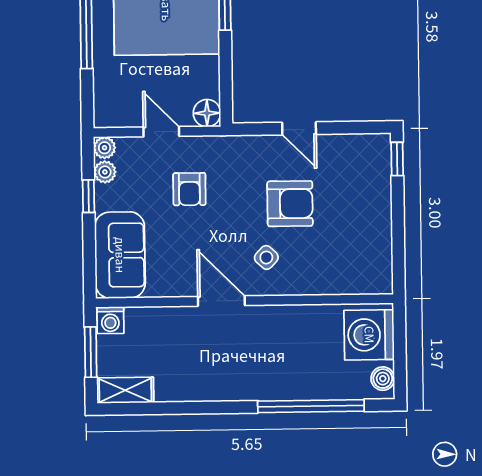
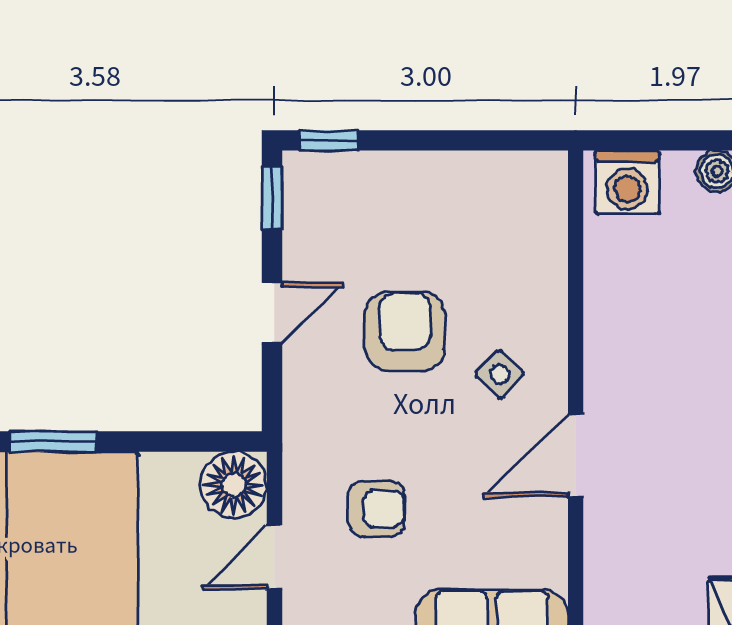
floor lamp: (207, 113) -> (234, 485), width x1.38, depth x1.38
window: (364, 127) -> (272, 198), added
washing machine: (369, 335) -> (627, 182), width x0.73, depth x0.73

